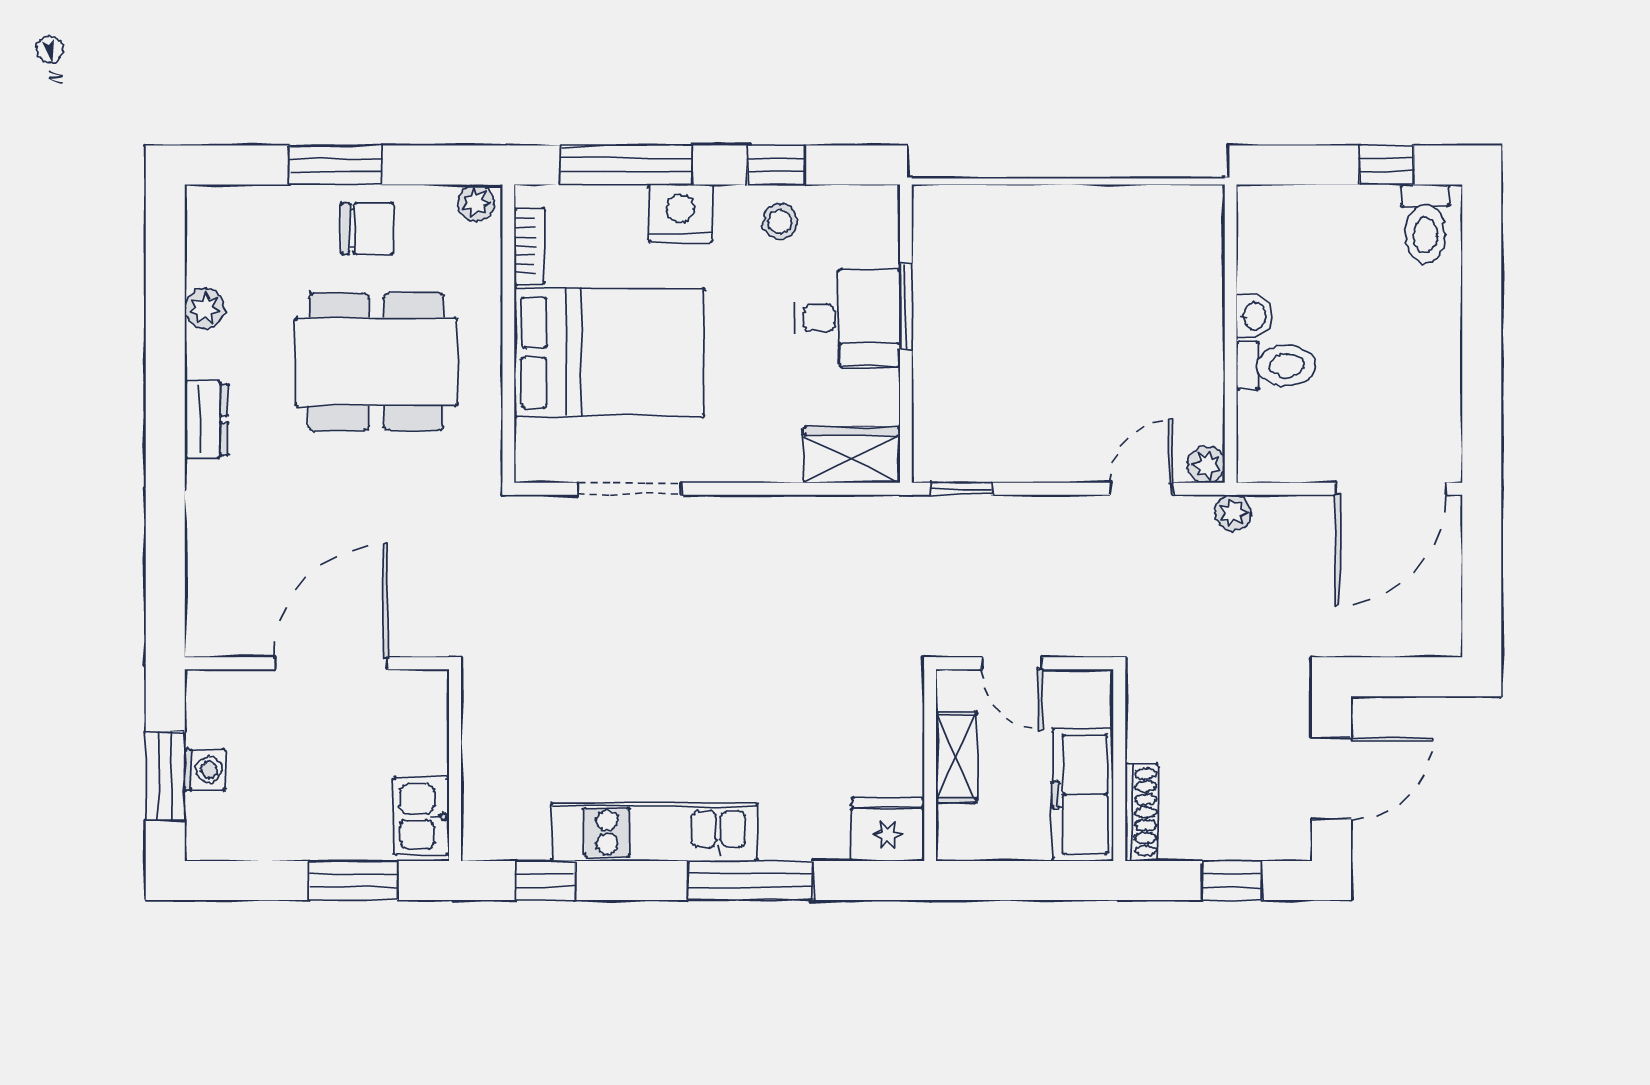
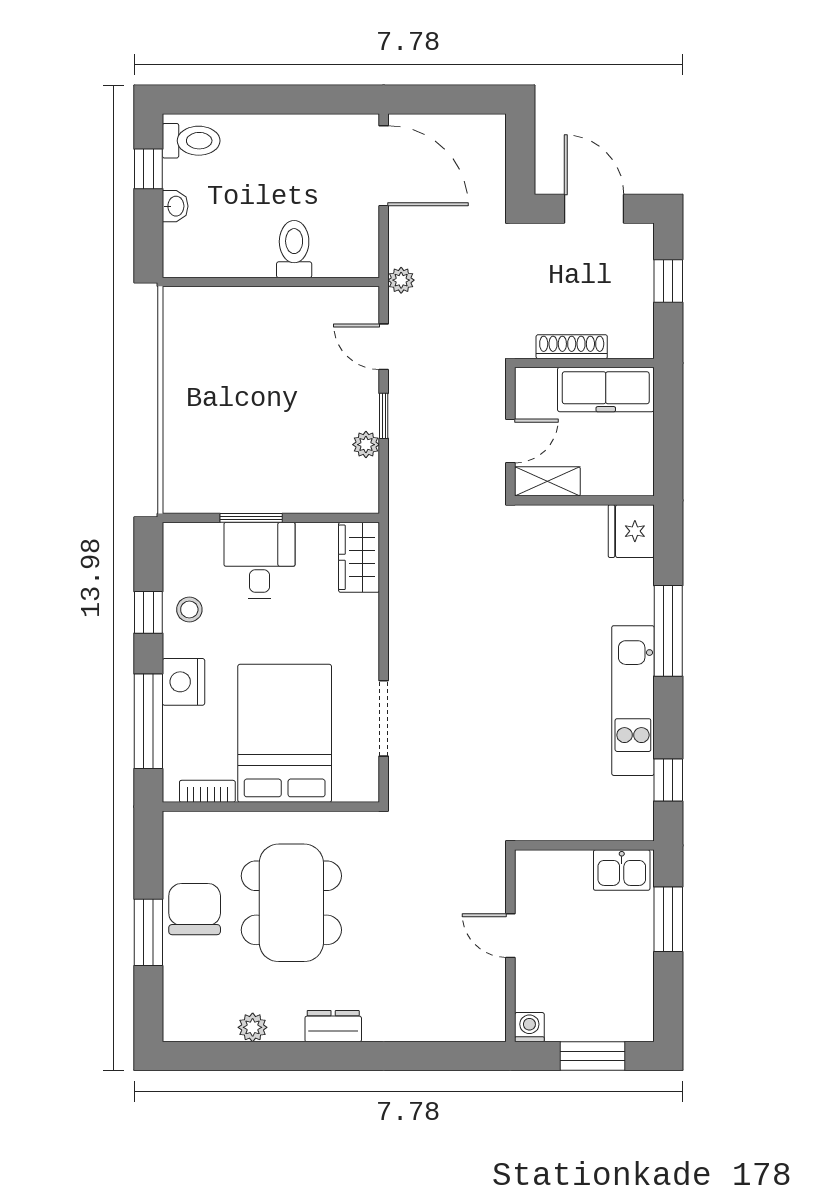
plant: (476, 202) -> (176, 830), removed
chair: (367, 228) -> (195, 909), width x1.37, depth x1.37
washbasin: (1254, 316) -> (175, 206), moved, turned 90
plant: (1206, 464) -> (366, 445), moved
window: (962, 489) -> (384, 416), moved
door: (331, 663) -> (510, 936), width x0.53
shelving: (956, 757) -> (547, 481), moved
washing machine: (205, 770) -> (529, 1027), moved
shoe rack: (1142, 812) -> (572, 347), moved

